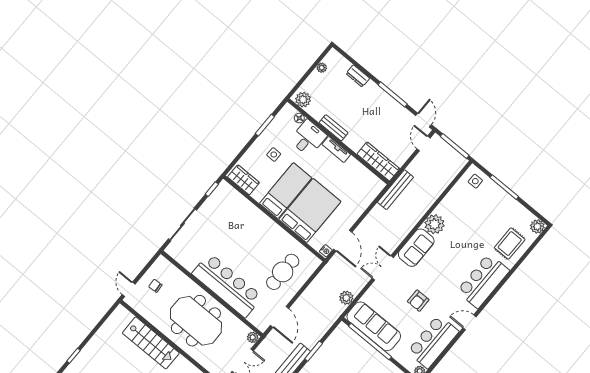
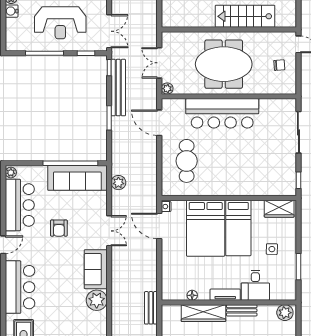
floor lamp: (299, 118) -> (192, 295), moved
wardrobe: (378, 161) -> (203, 313), moved
bench: (395, 190) -> (151, 308), width x0.73
armchair: (418, 301) -> (59, 228), turned 180

